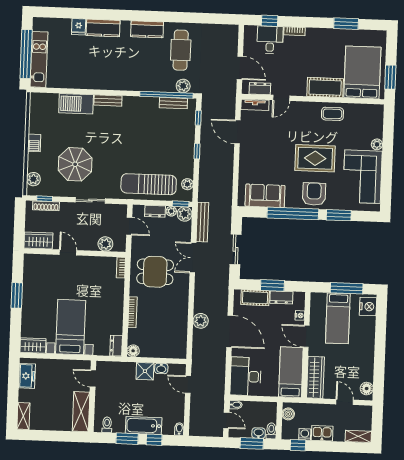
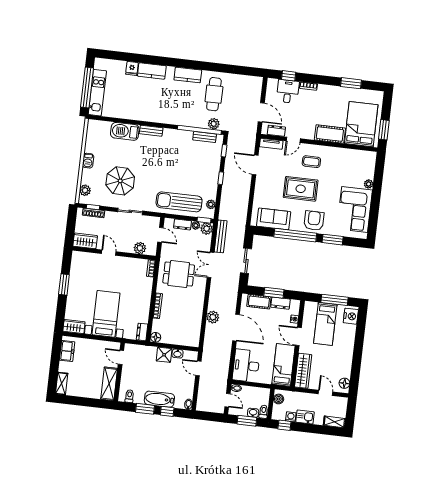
coffee table: (332, 114) -> (311, 162), moved
rug: (315, 158) -> (301, 189), moved

